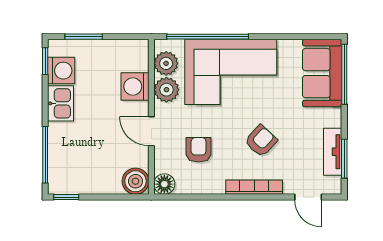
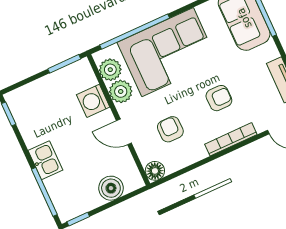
window: (84, 37) -> (64, 64), moved
washing machine: (61, 71) -> (26, 116), removed
kitchen sink: (61, 103) -> (45, 160), moved
armchair: (261, 141) -> (219, 98), turned 47
boiler: (135, 181) -> (111, 188), moved

